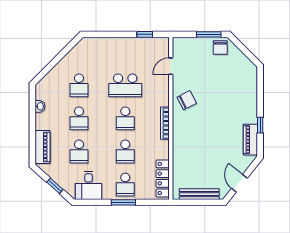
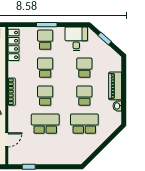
school desk: (79, 85) -> (84, 124), width x1.85
piano: (43, 147) -> (115, 86), moved

